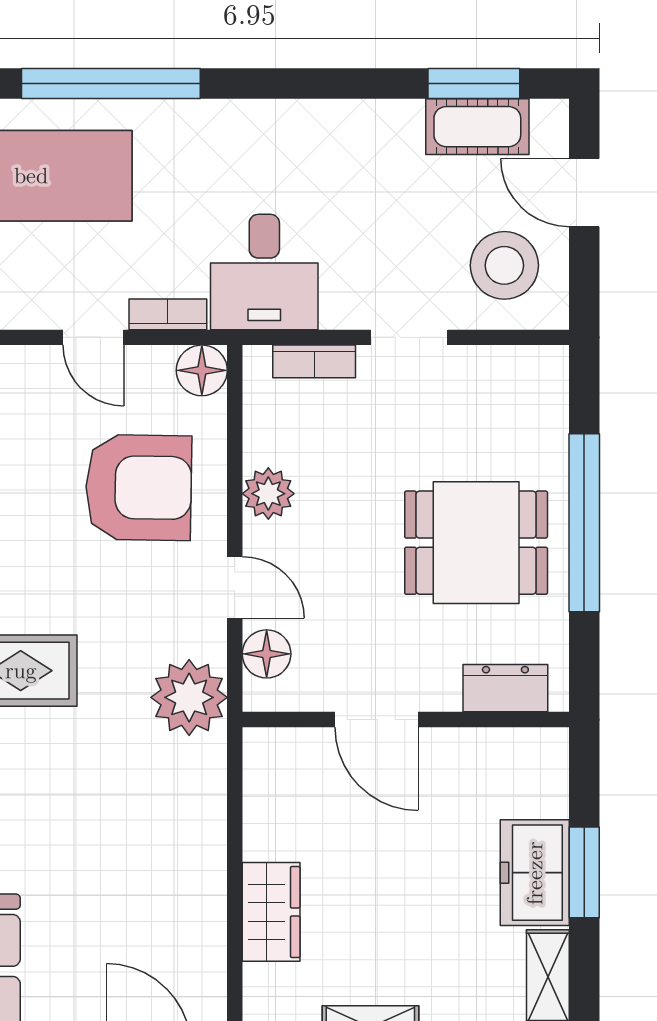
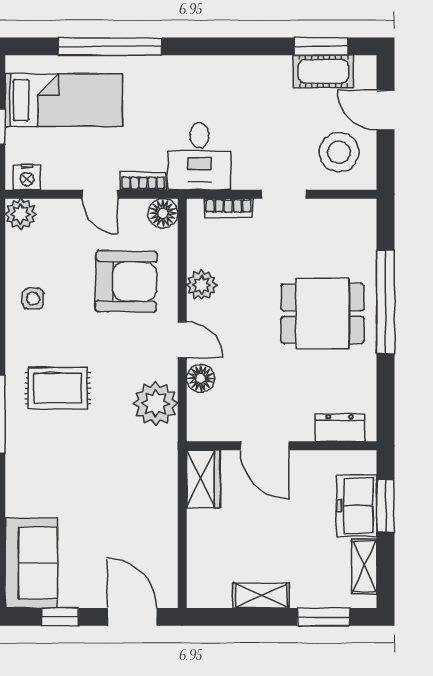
dresser: (505, 688) -> (340, 428), moved
door: (376, 720) -> (265, 446), moved
wall: (406, 720) -> (282, 446), moved
wardrobe: (271, 912) -> (203, 479), moved

